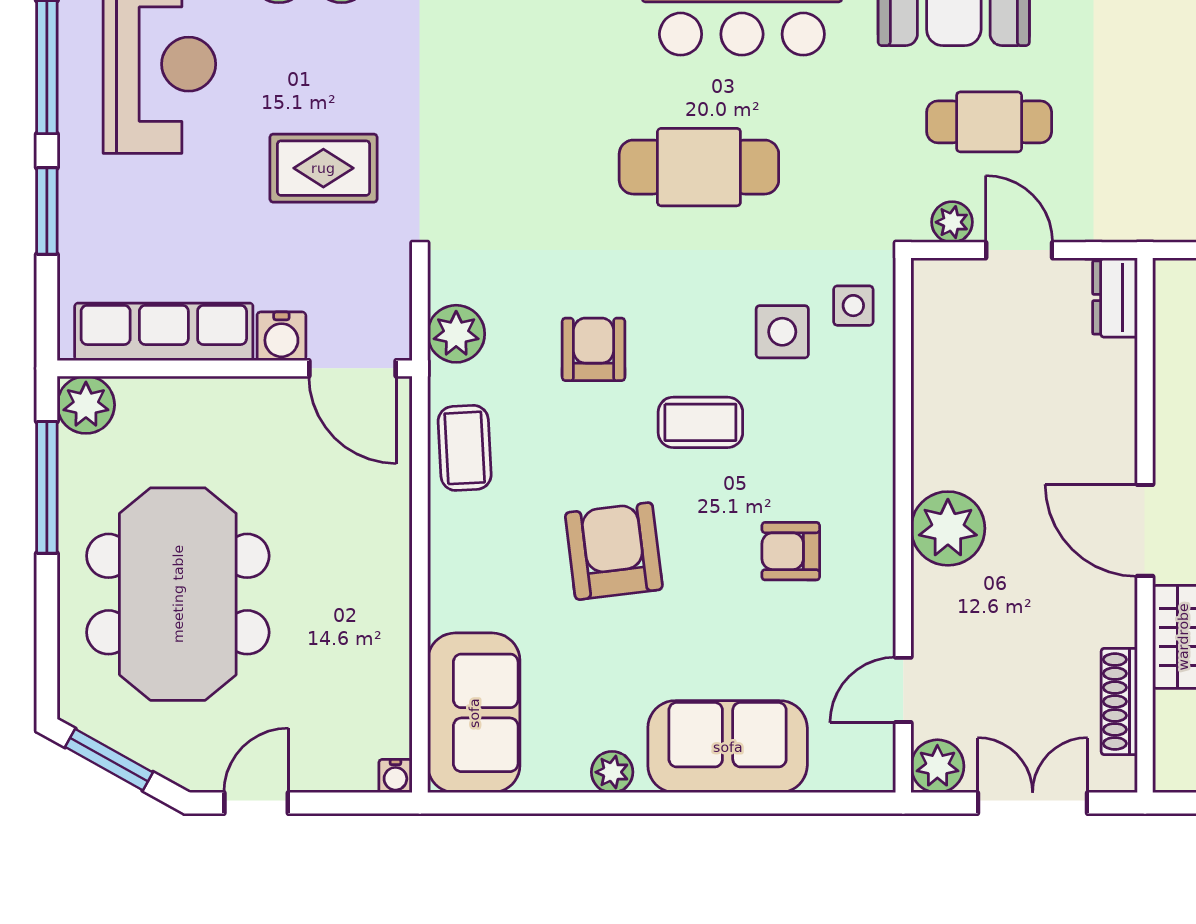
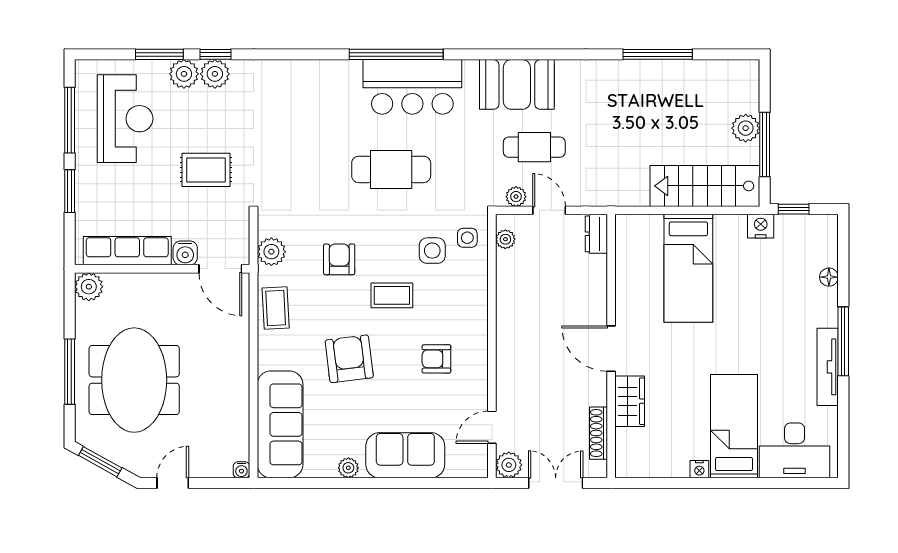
window: (47, 487) -> (70, 372), moved
plant: (948, 528) -> (505, 239), moved, width x0.53, depth x0.53
sofa: (474, 713) -> (280, 424), width x1.36

